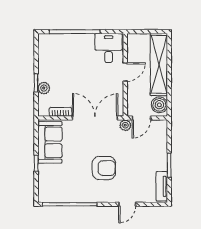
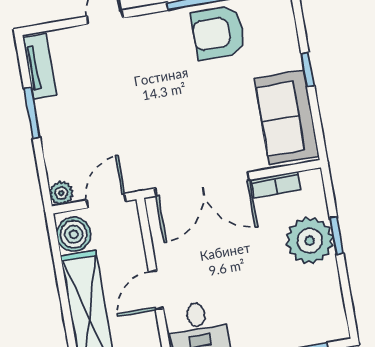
plant: (44, 88) -> (310, 241), width x1.87, depth x1.87
plant: (125, 125) -> (61, 193), moved
armchair: (104, 168) -> (218, 33), moved

